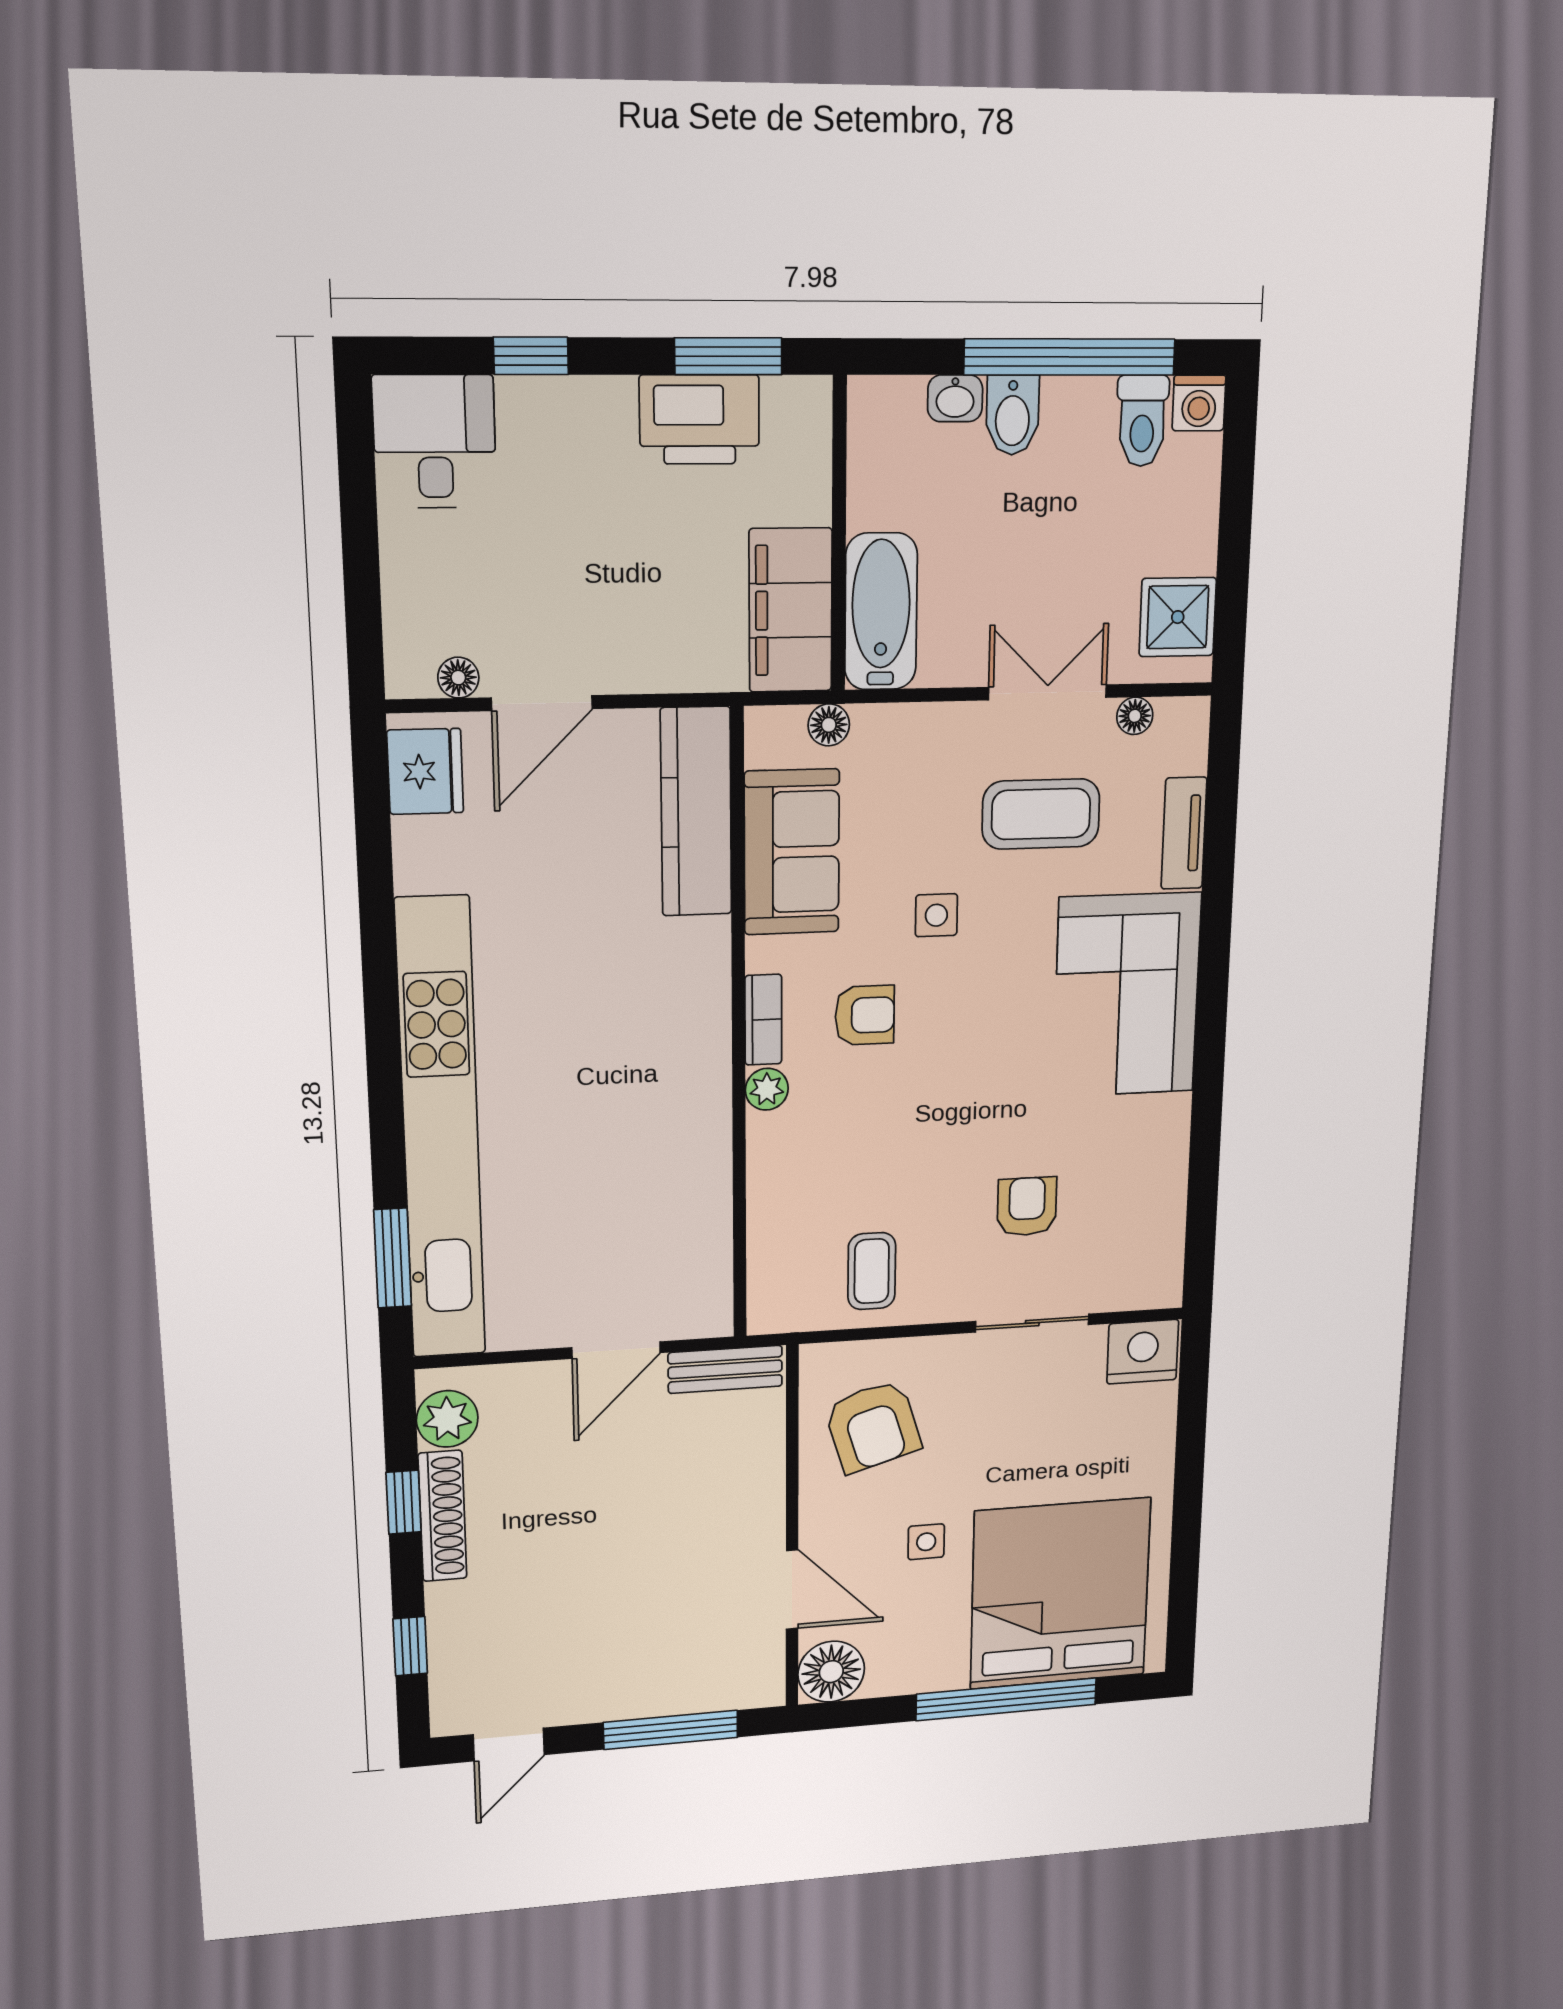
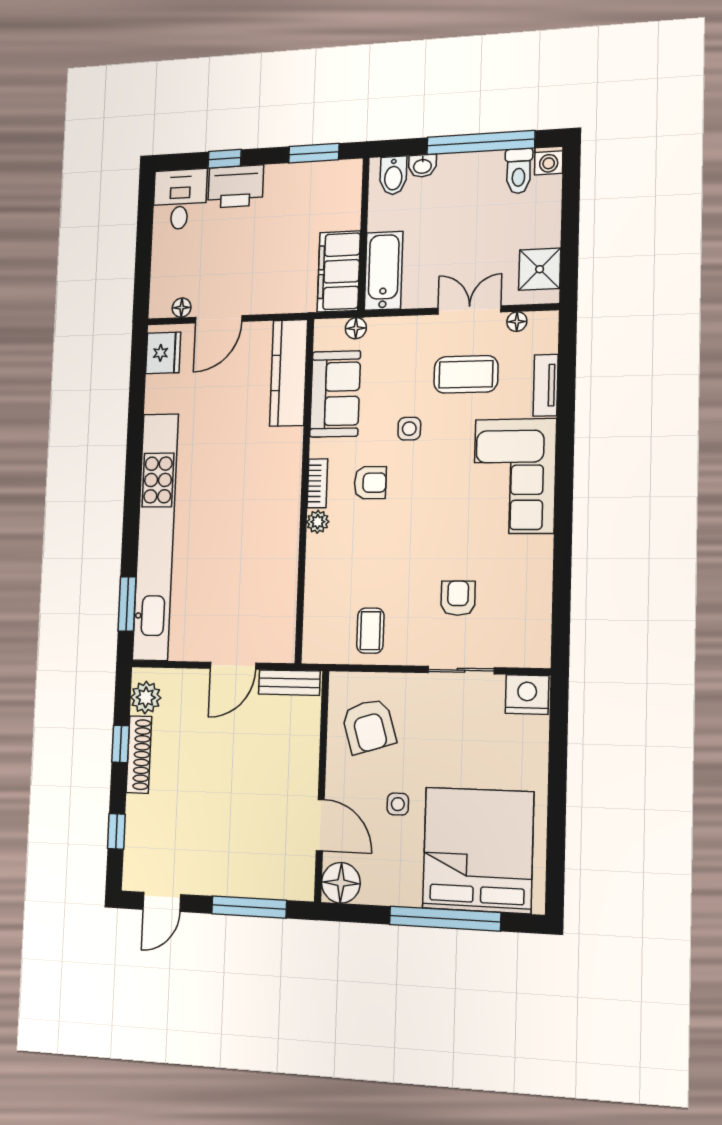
bidet: (1013, 415) -> (393, 175), moved
printer: (700, 419) -> (236, 186), moved

